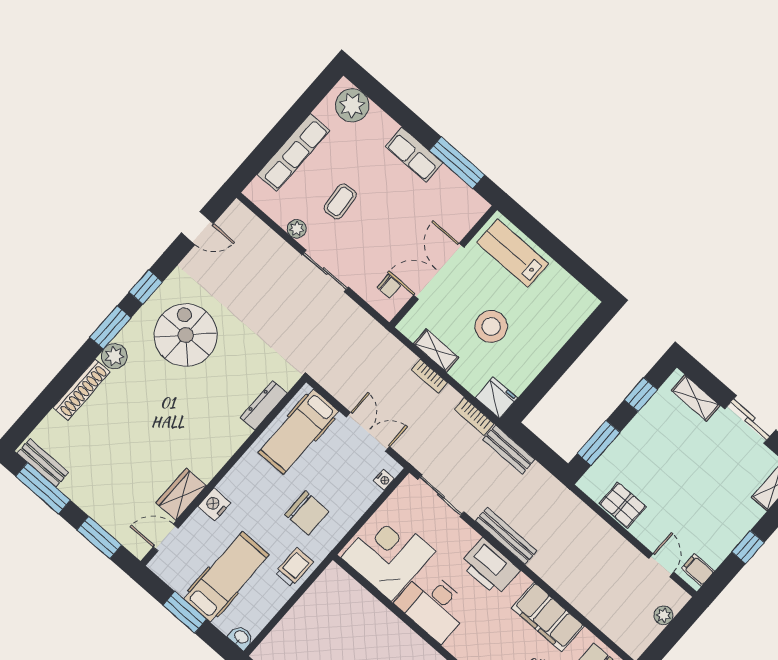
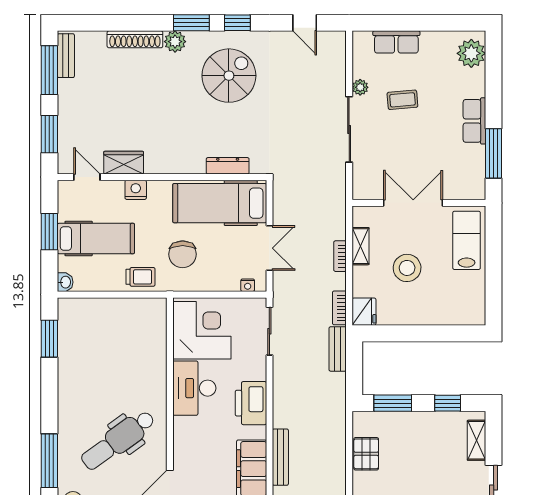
row of seats: (293, 153) -> (396, 42), width x0.68
sliding door: (325, 271) -> (349, 129), width x1.37
chair: (389, 286) -> (375, 179), removed
hospital bed: (299, 432) -> (220, 203), width x1.37, depth x1.29
bench: (506, 536) -> (280, 457), moved

